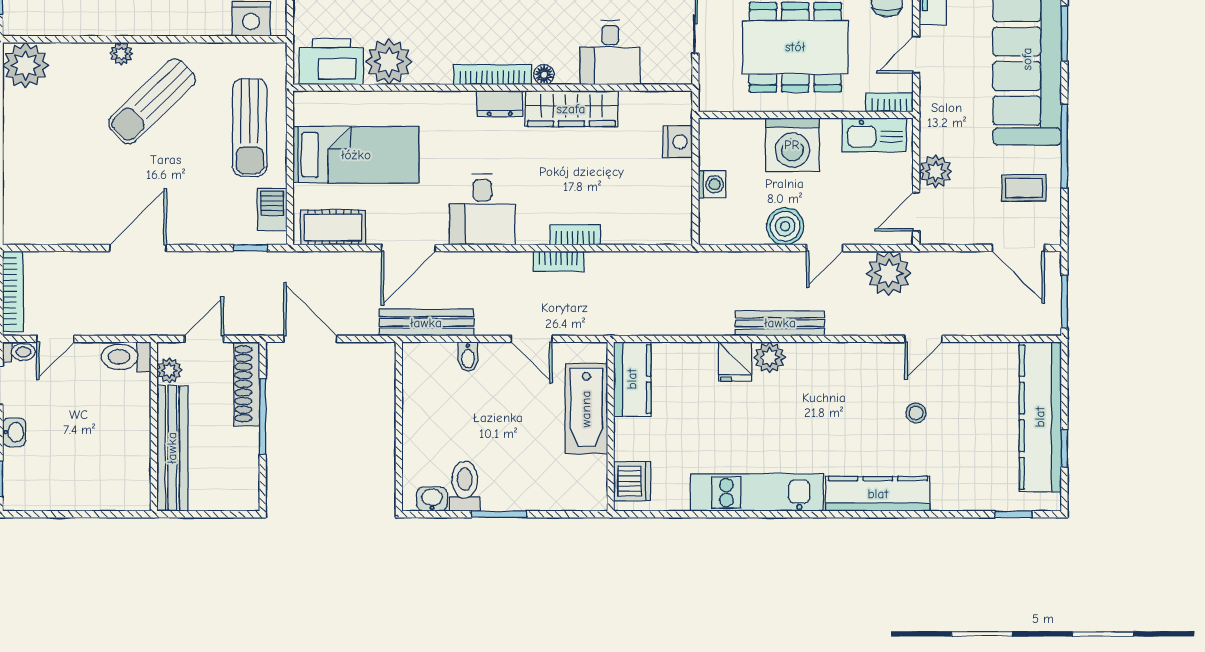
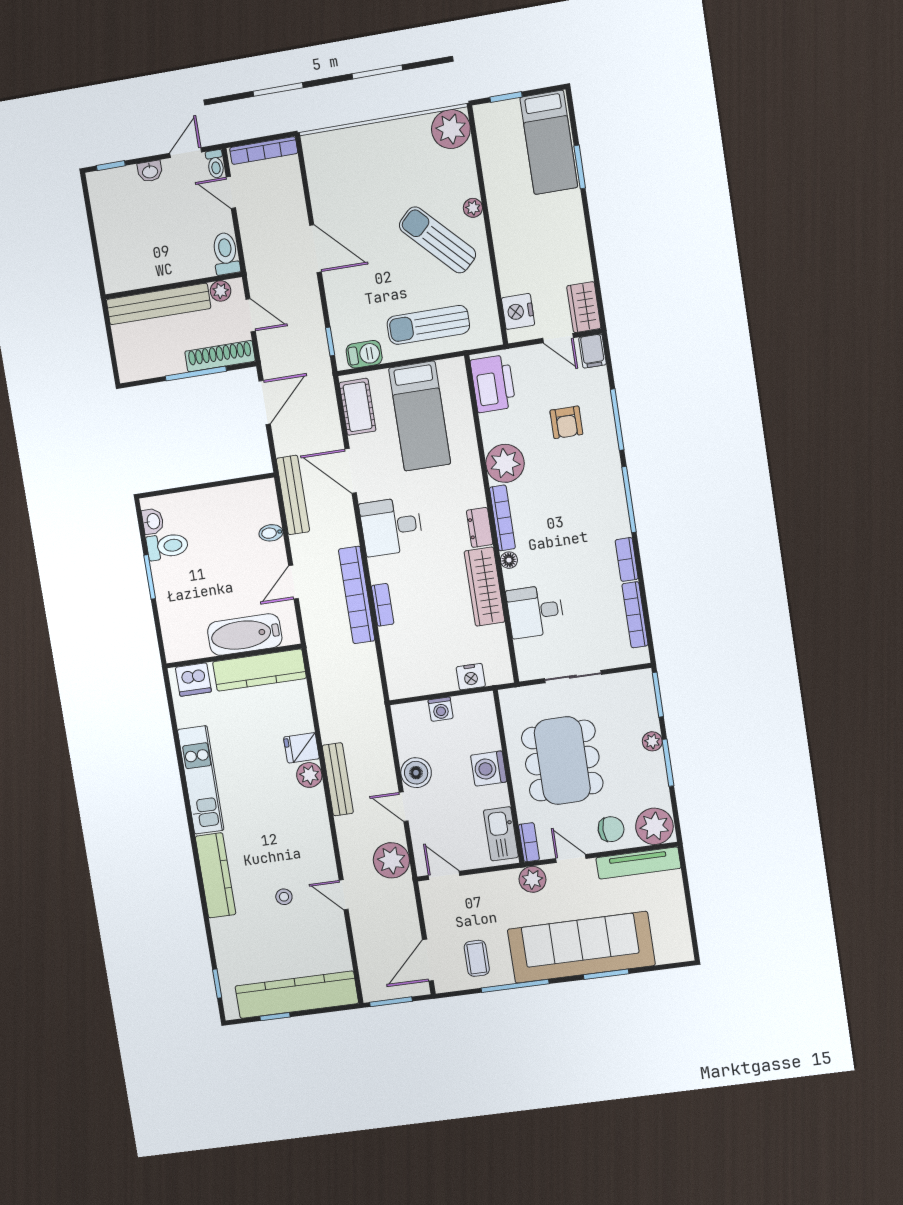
plant: (389, 62) -> (505, 463), moved
washing machine: (792, 145) -> (489, 769), width x0.73, depth x0.73
plant: (935, 171) -> (532, 879), moved
bookcase: (559, 261) -> (357, 595), width x2.31, depth x1.31
kitchen counter: (632, 379) -> (259, 670), width x1.50

